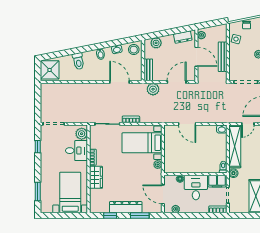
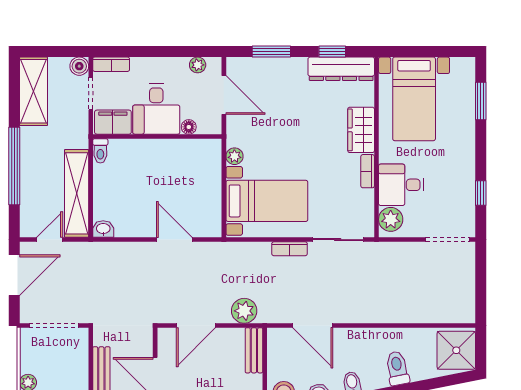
boiler: (233, 173) -> (79, 66), moved
dresser: (126, 207) -> (341, 69), moved

